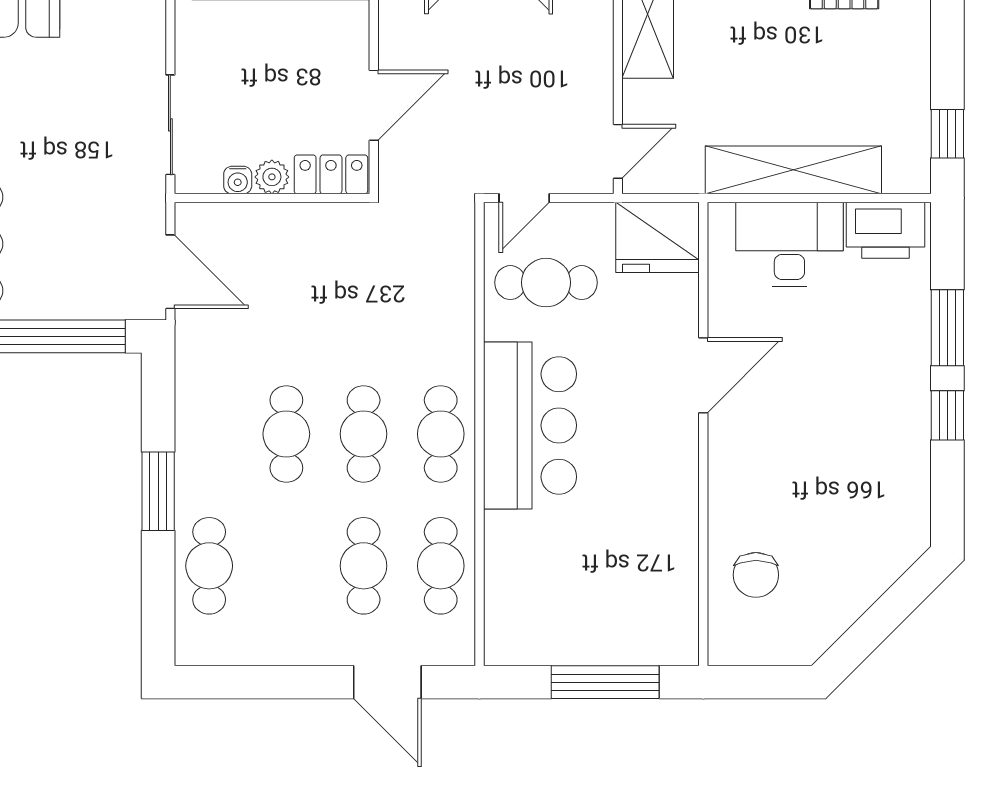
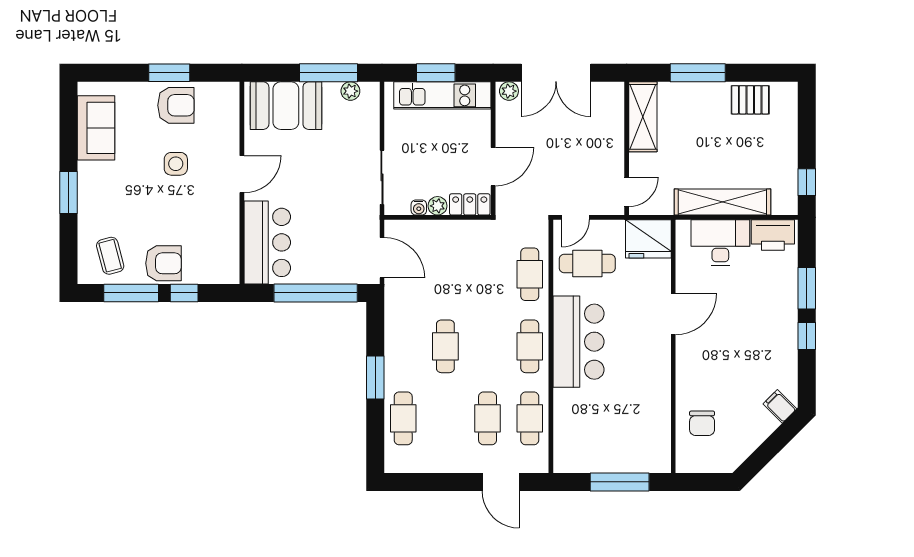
cafe table: (364, 434) -> (530, 274), moved
filing cabinet: (898, 544) -> (780, 406), added

